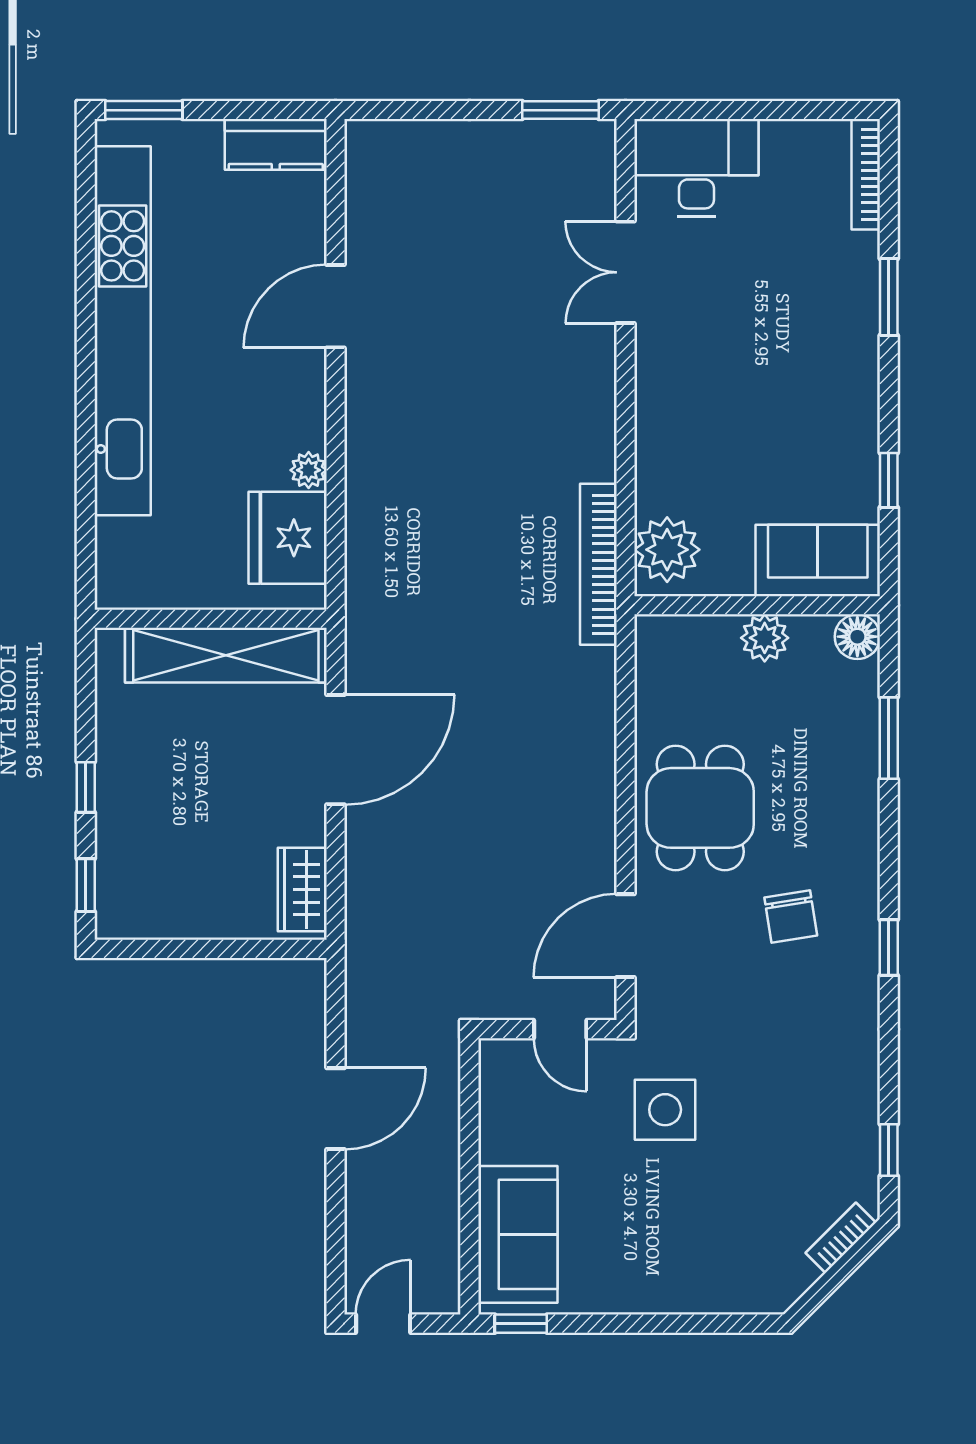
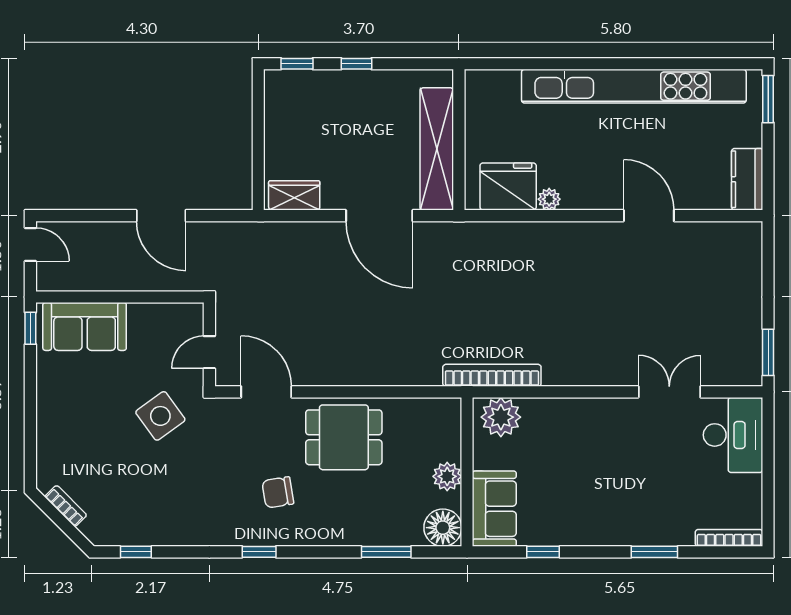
floor lamp: (857, 637) -> (443, 528), width x1.38, depth x1.38
side table: (665, 1110) -> (160, 416), turned -36
bookcase: (841, 1238) -> (66, 506), moved

